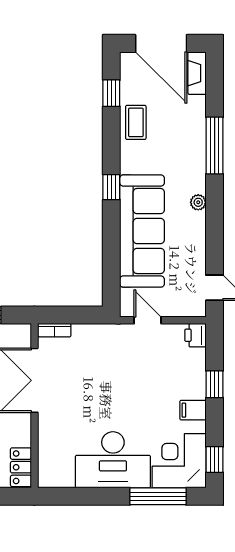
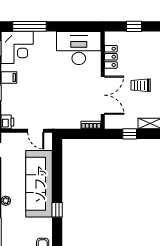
desk: (113, 460) -> (79, 48), moved
locker: (21, 467) -> (111, 57), moved

